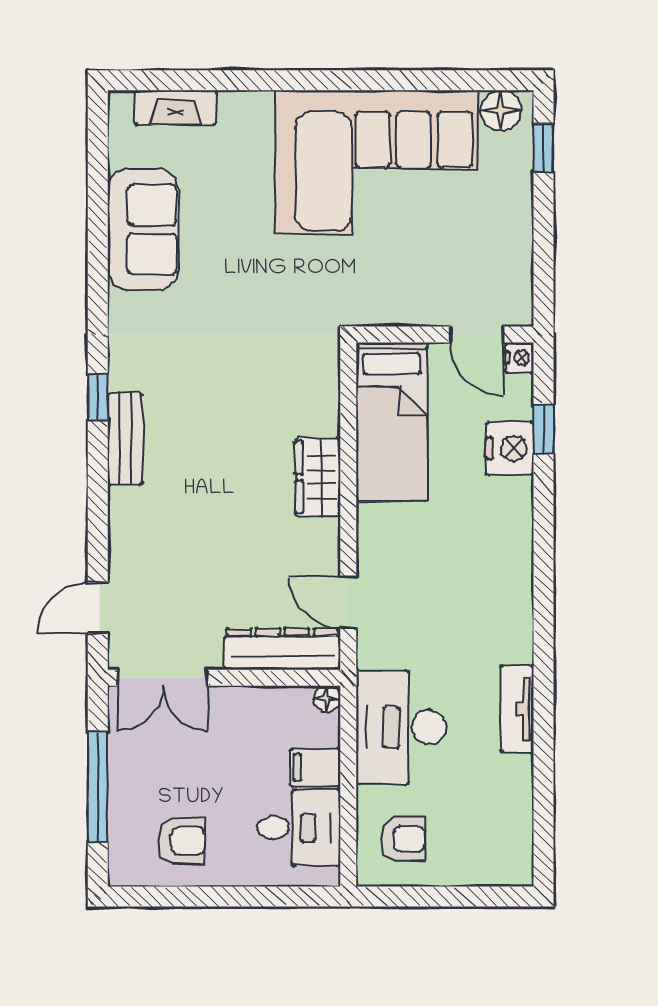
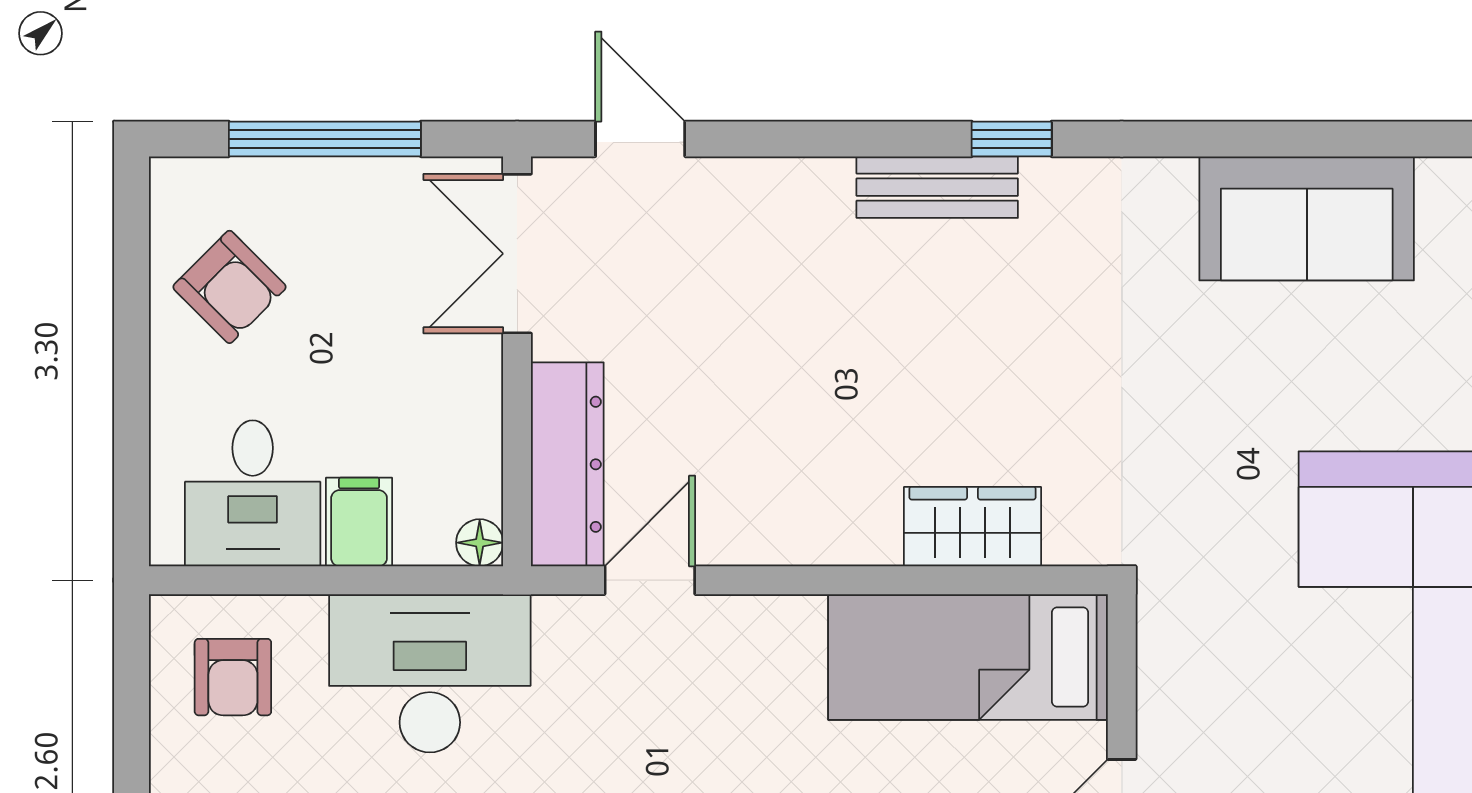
wardrobe: (318, 477) -> (972, 527), moved
armchair: (182, 841) -> (230, 287), turned -45

